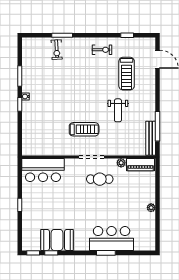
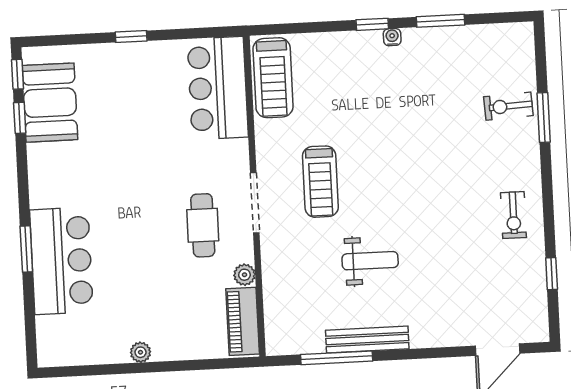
treadmill: (127, 74) -> (273, 78), moved, turned -90
weight bench: (118, 110) -> (370, 261), turned 180
bench: (151, 138) -> (367, 339), moved
booth: (57, 240) -> (50, 103), moved

